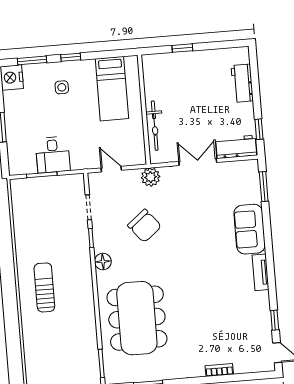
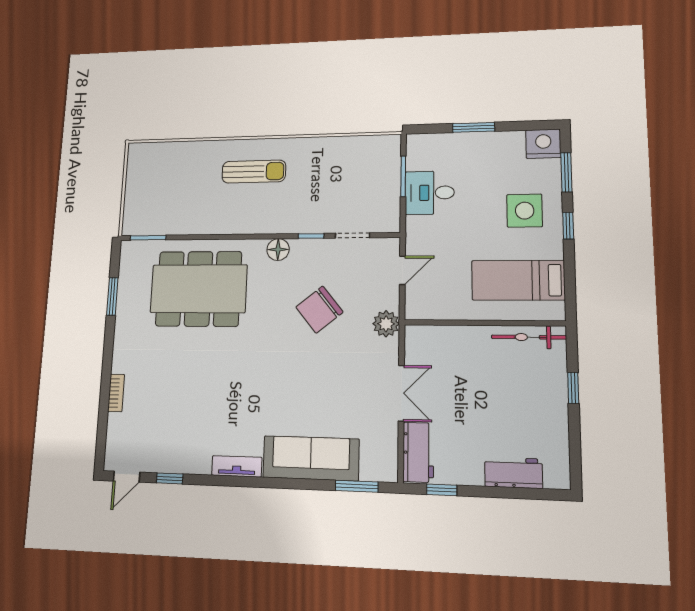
side table: (62, 87) -> (525, 211), width x1.87, depth x1.87
bicycle: (155, 126) -> (529, 337), moved
sofa: (250, 229) -> (311, 458), width x1.36

